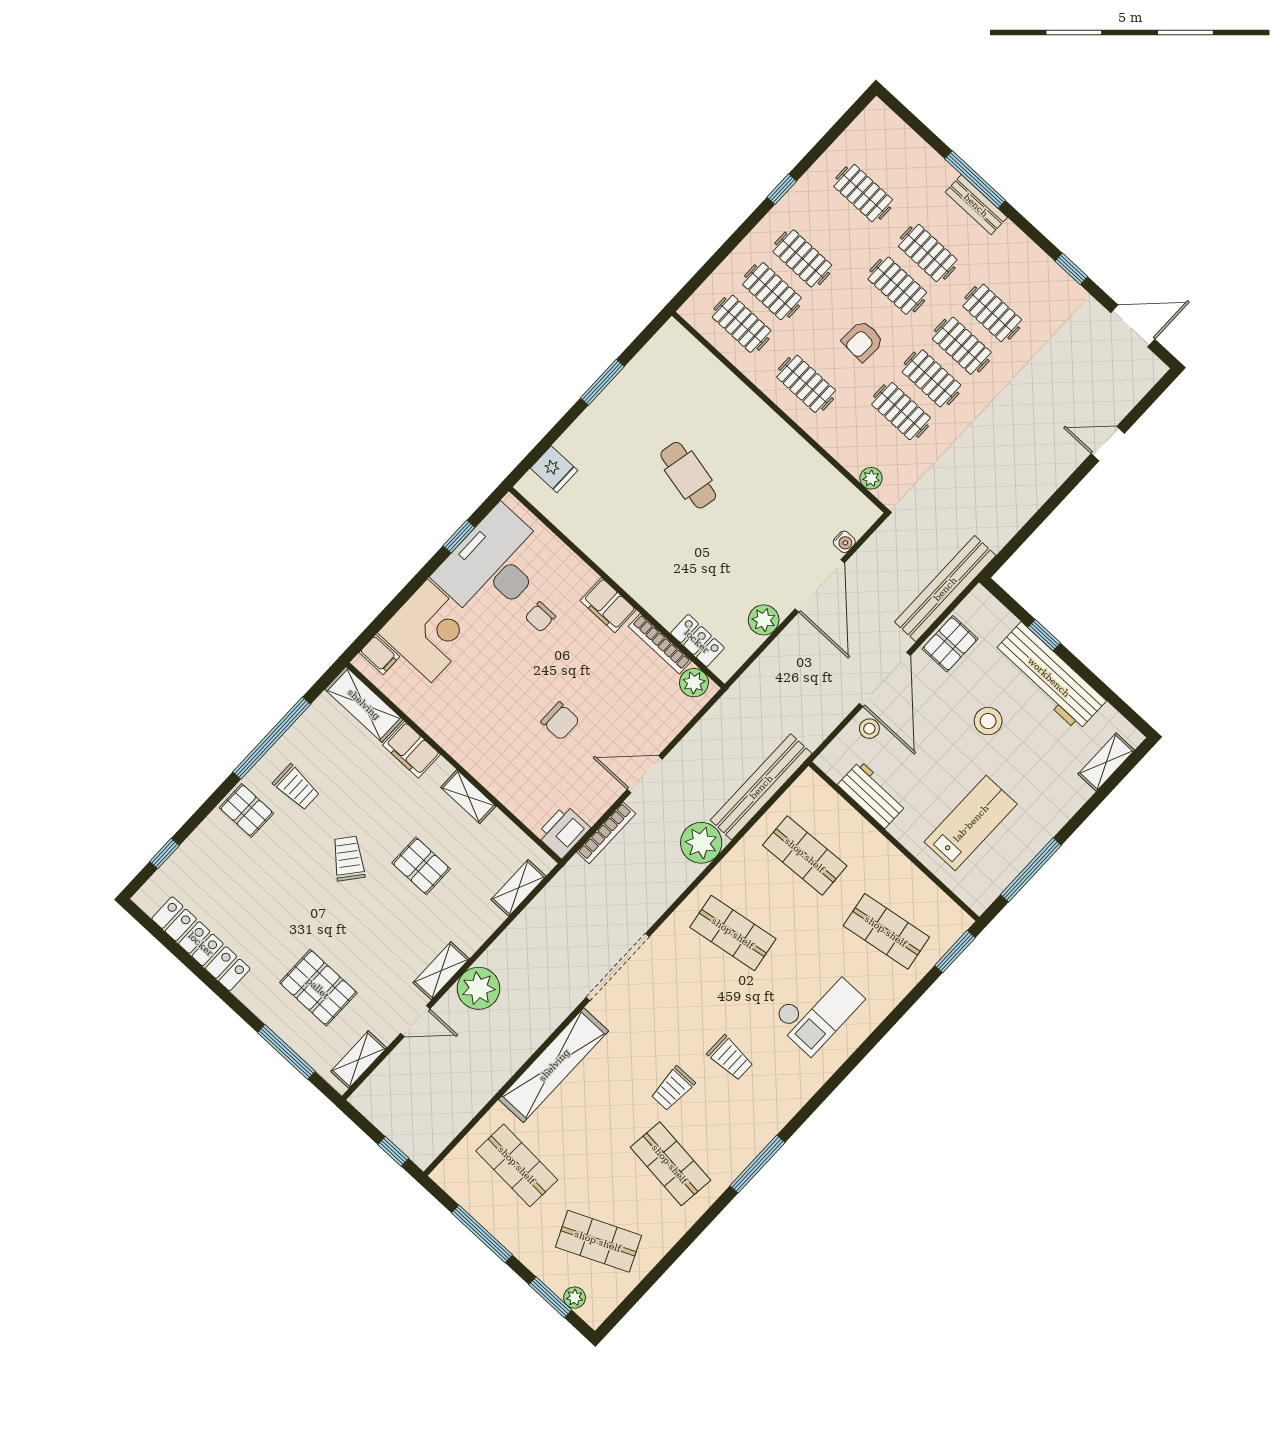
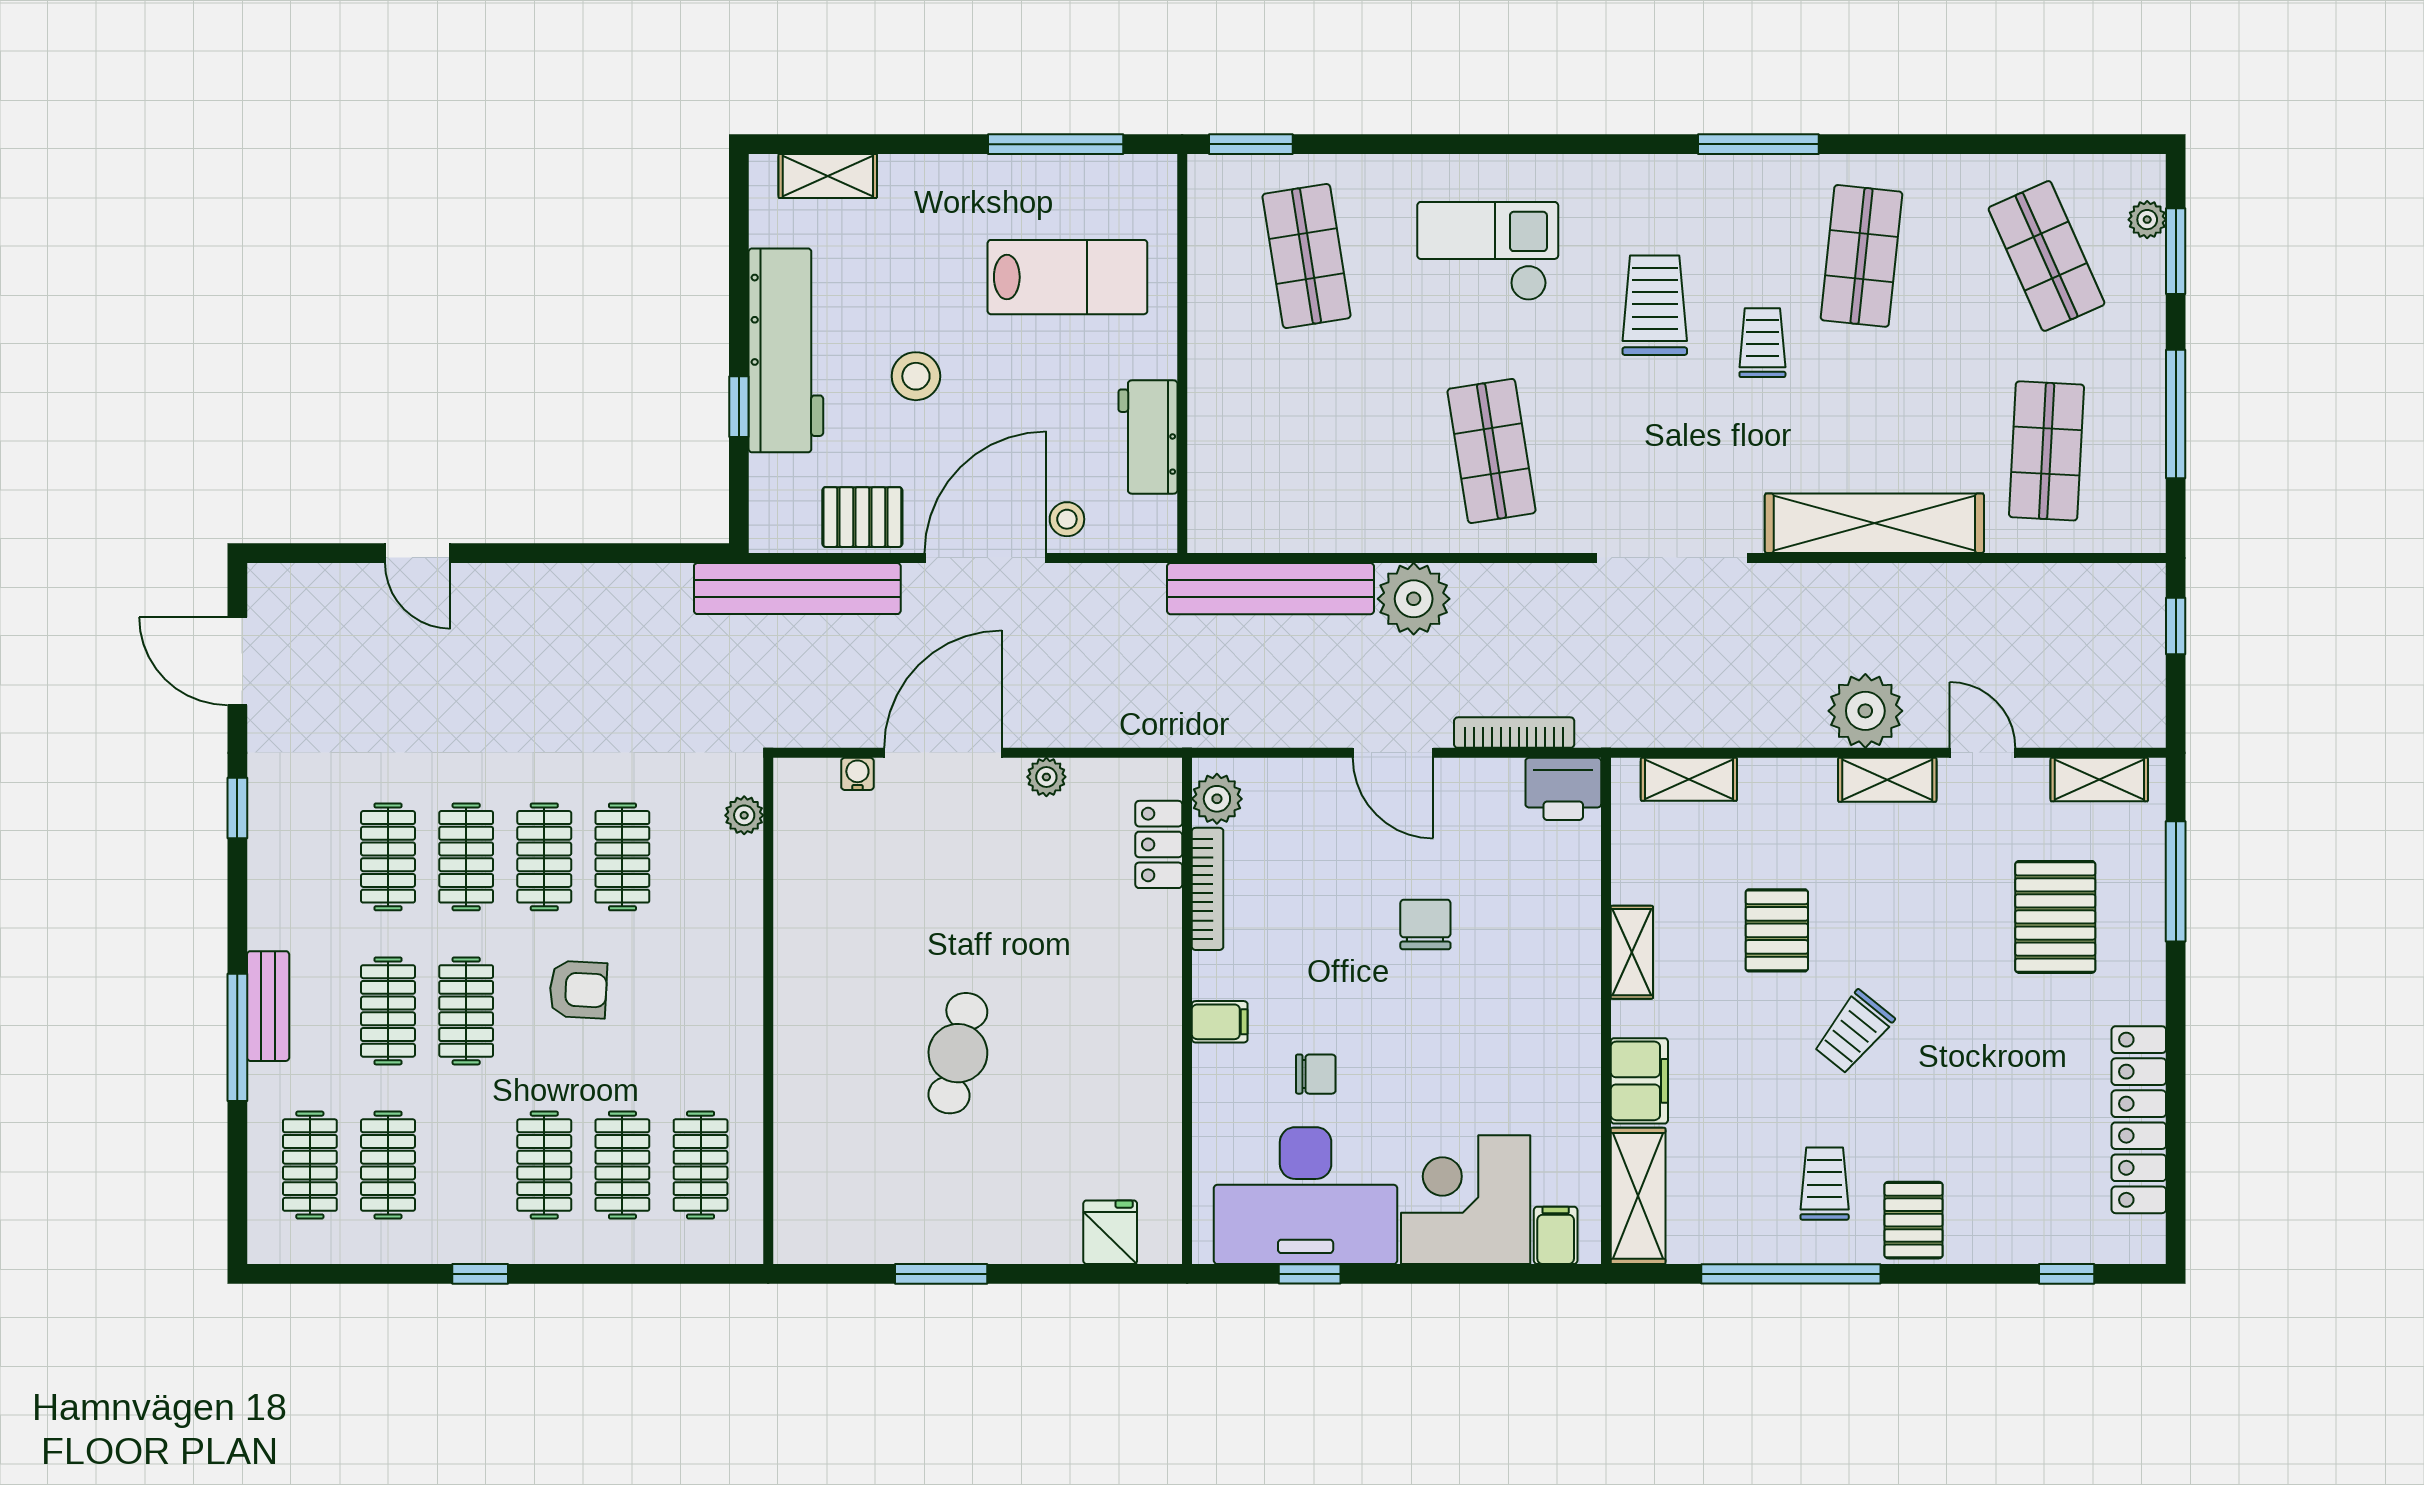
clothes rail: (806, 384) -> (310, 1165), moved
filing cabinet: (608, 605) -> (1220, 1022), width x0.50
plant: (764, 620) -> (1046, 777), width x0.73, depth x0.73
lab bench: (971, 823) -> (1067, 277), turned 180
shop shelf: (805, 855) -> (1306, 451), removed
trolley: (730, 1058) -> (1655, 305), width x1.36, depth x1.39
trolley: (673, 1089) -> (1762, 343), turned -90

